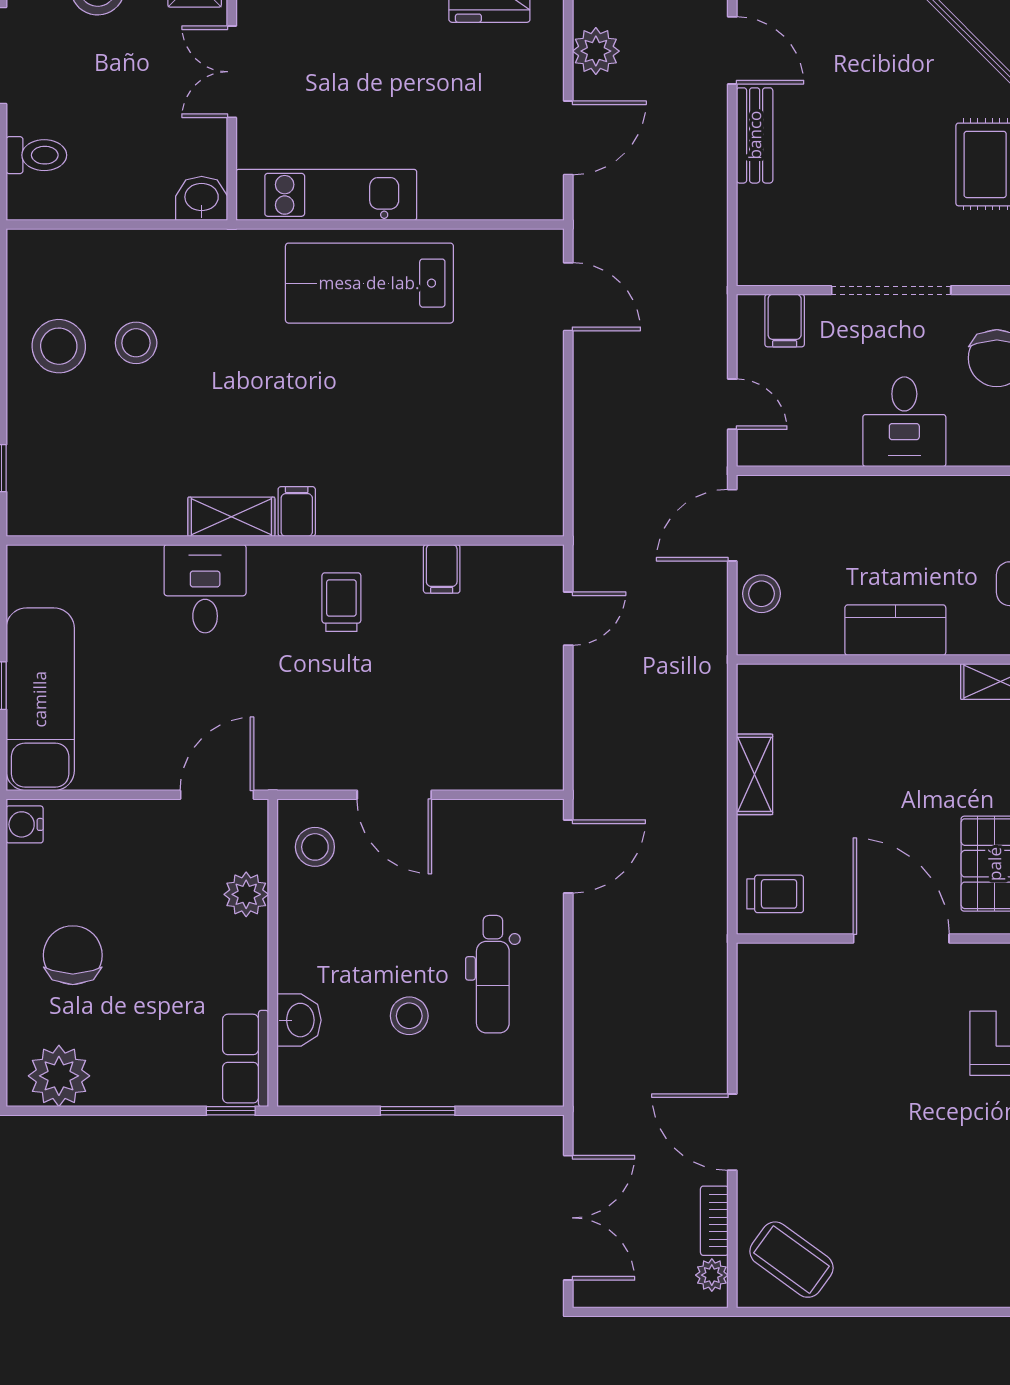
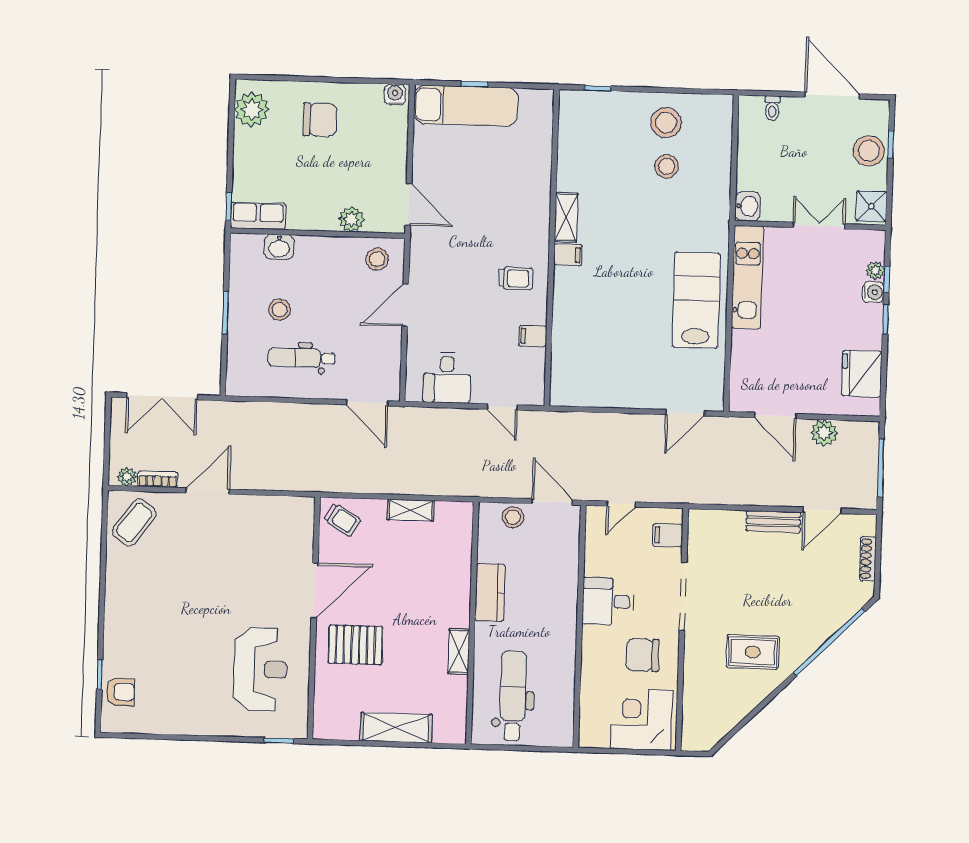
toilet: (36, 155) -> (772, 108), width x0.73, depth x0.72
desk: (205, 589) -> (447, 378), moved, turned 90
trolley: (775, 894) -> (342, 520), turned -58

